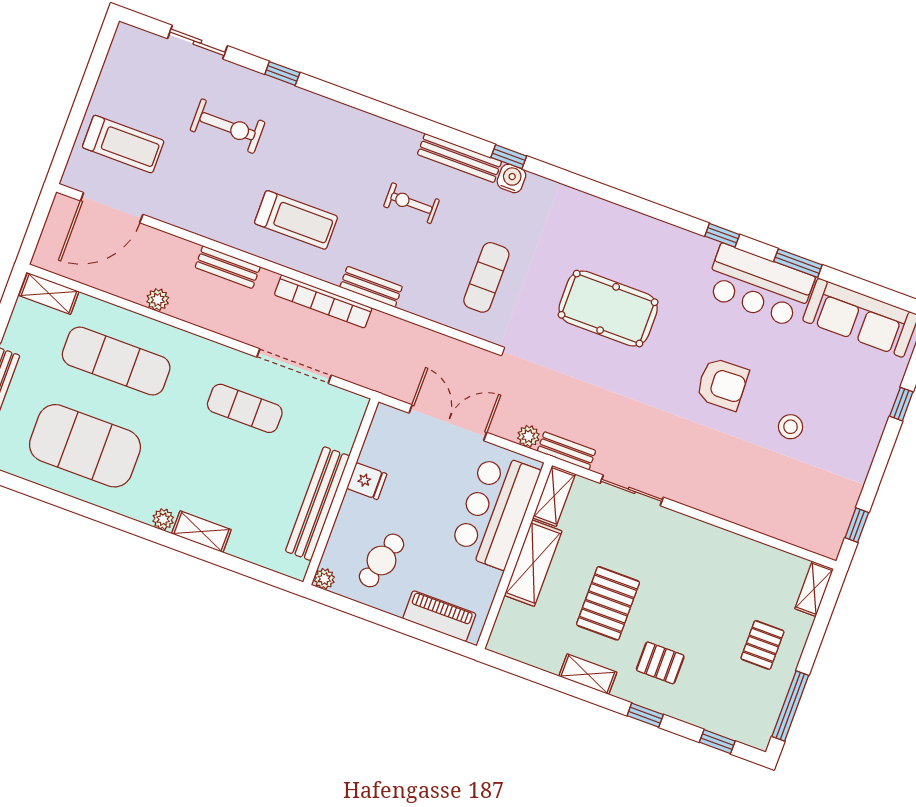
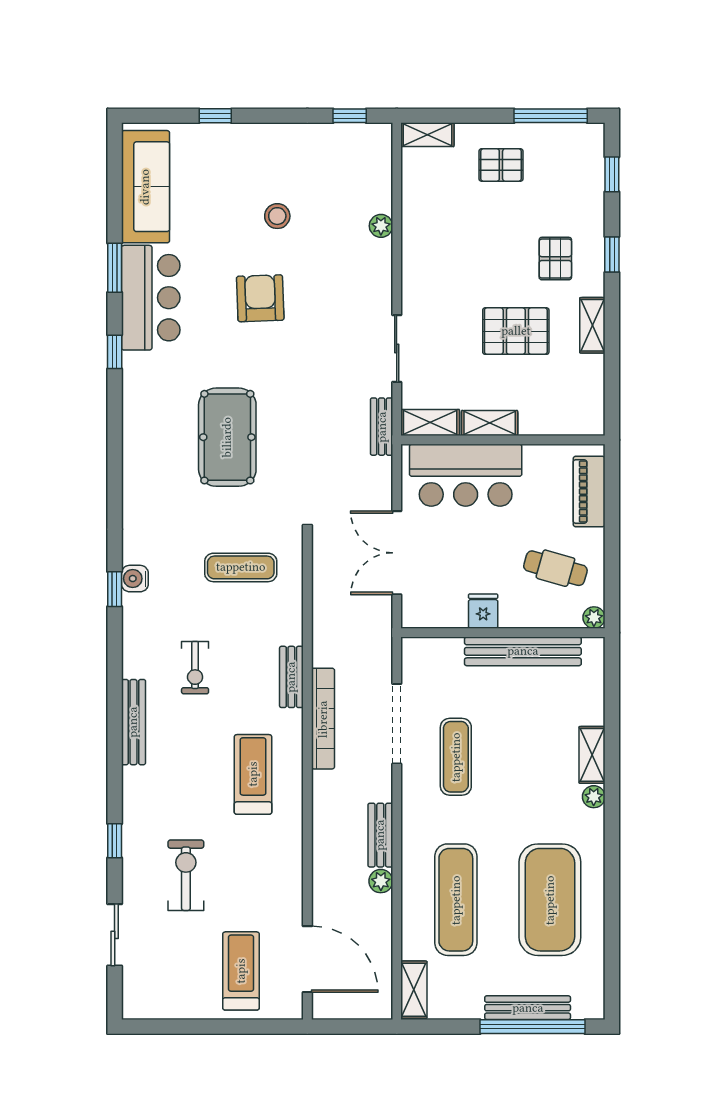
bench: (459, 158) -> (133, 722), moved
bench: (228, 267) -> (380, 835), moved
plant: (528, 436) -> (381, 226), moved
shelving: (533, 563) -> (490, 423), width x0.67, depth x0.75

